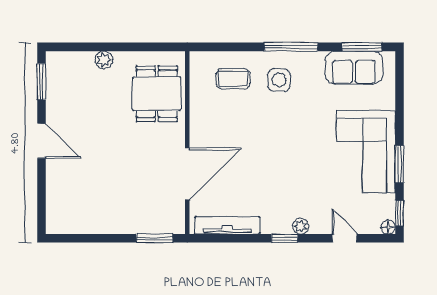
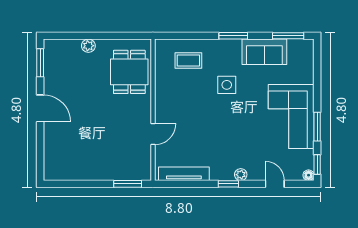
window: (291, 47) -> (233, 36), width x0.69
sofa: (354, 68) -> (264, 52), moved
side table: (279, 80) -> (227, 85), moved
door: (187, 174) -> (153, 134), width x0.53

